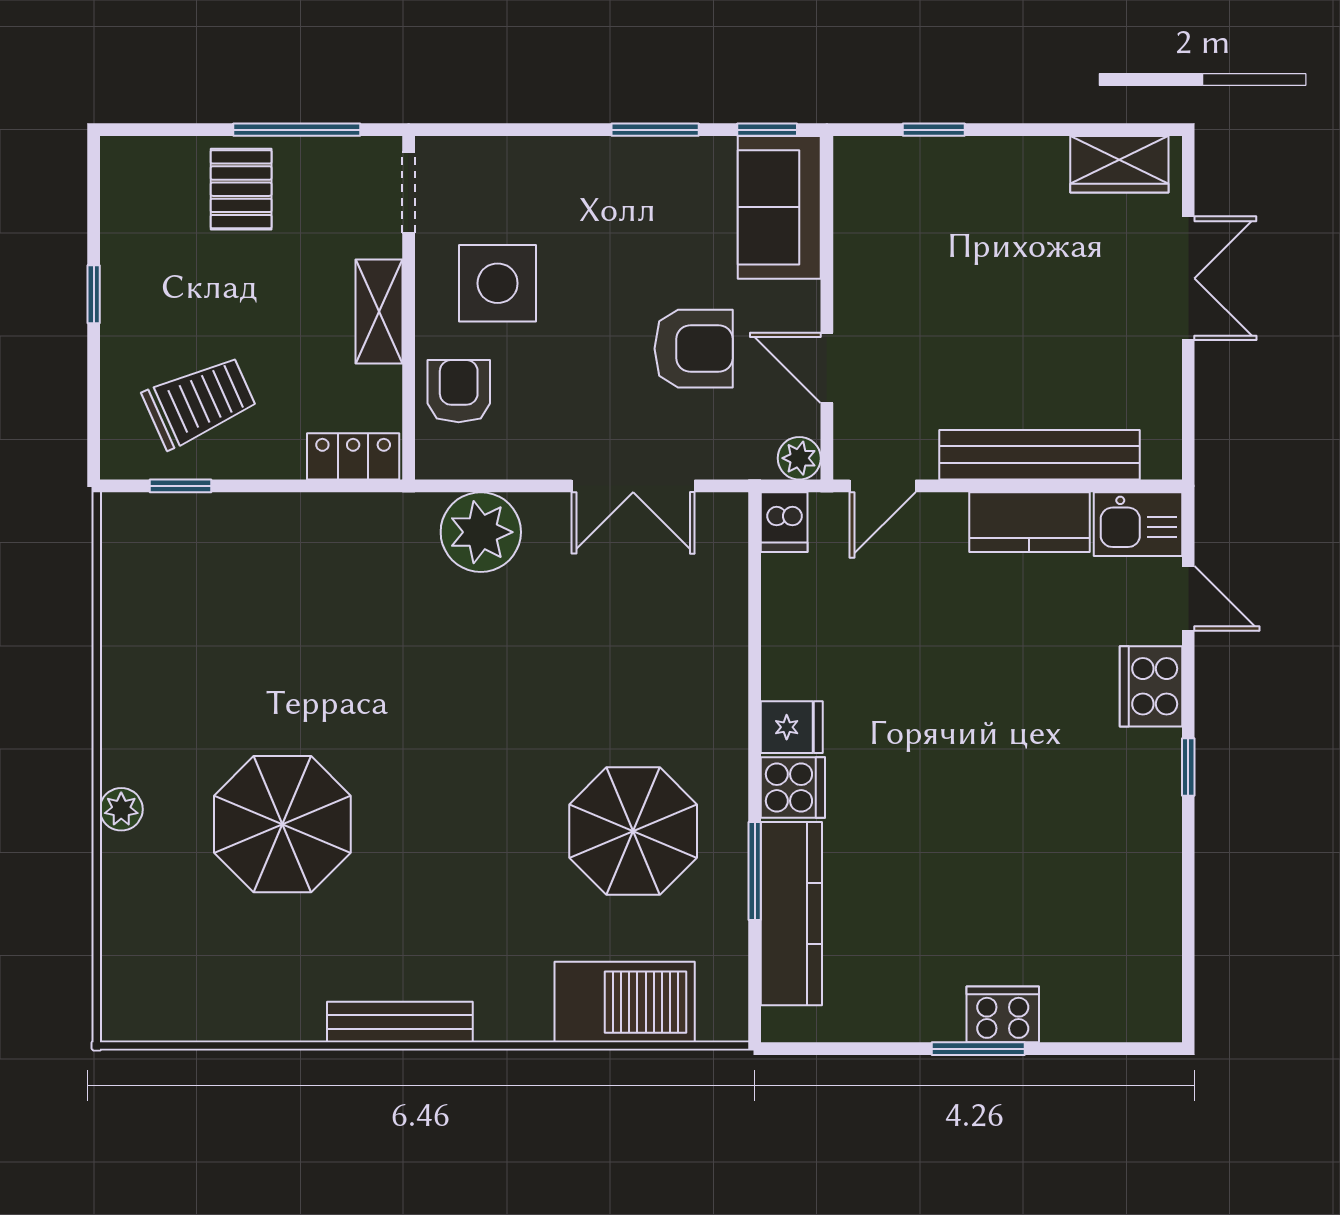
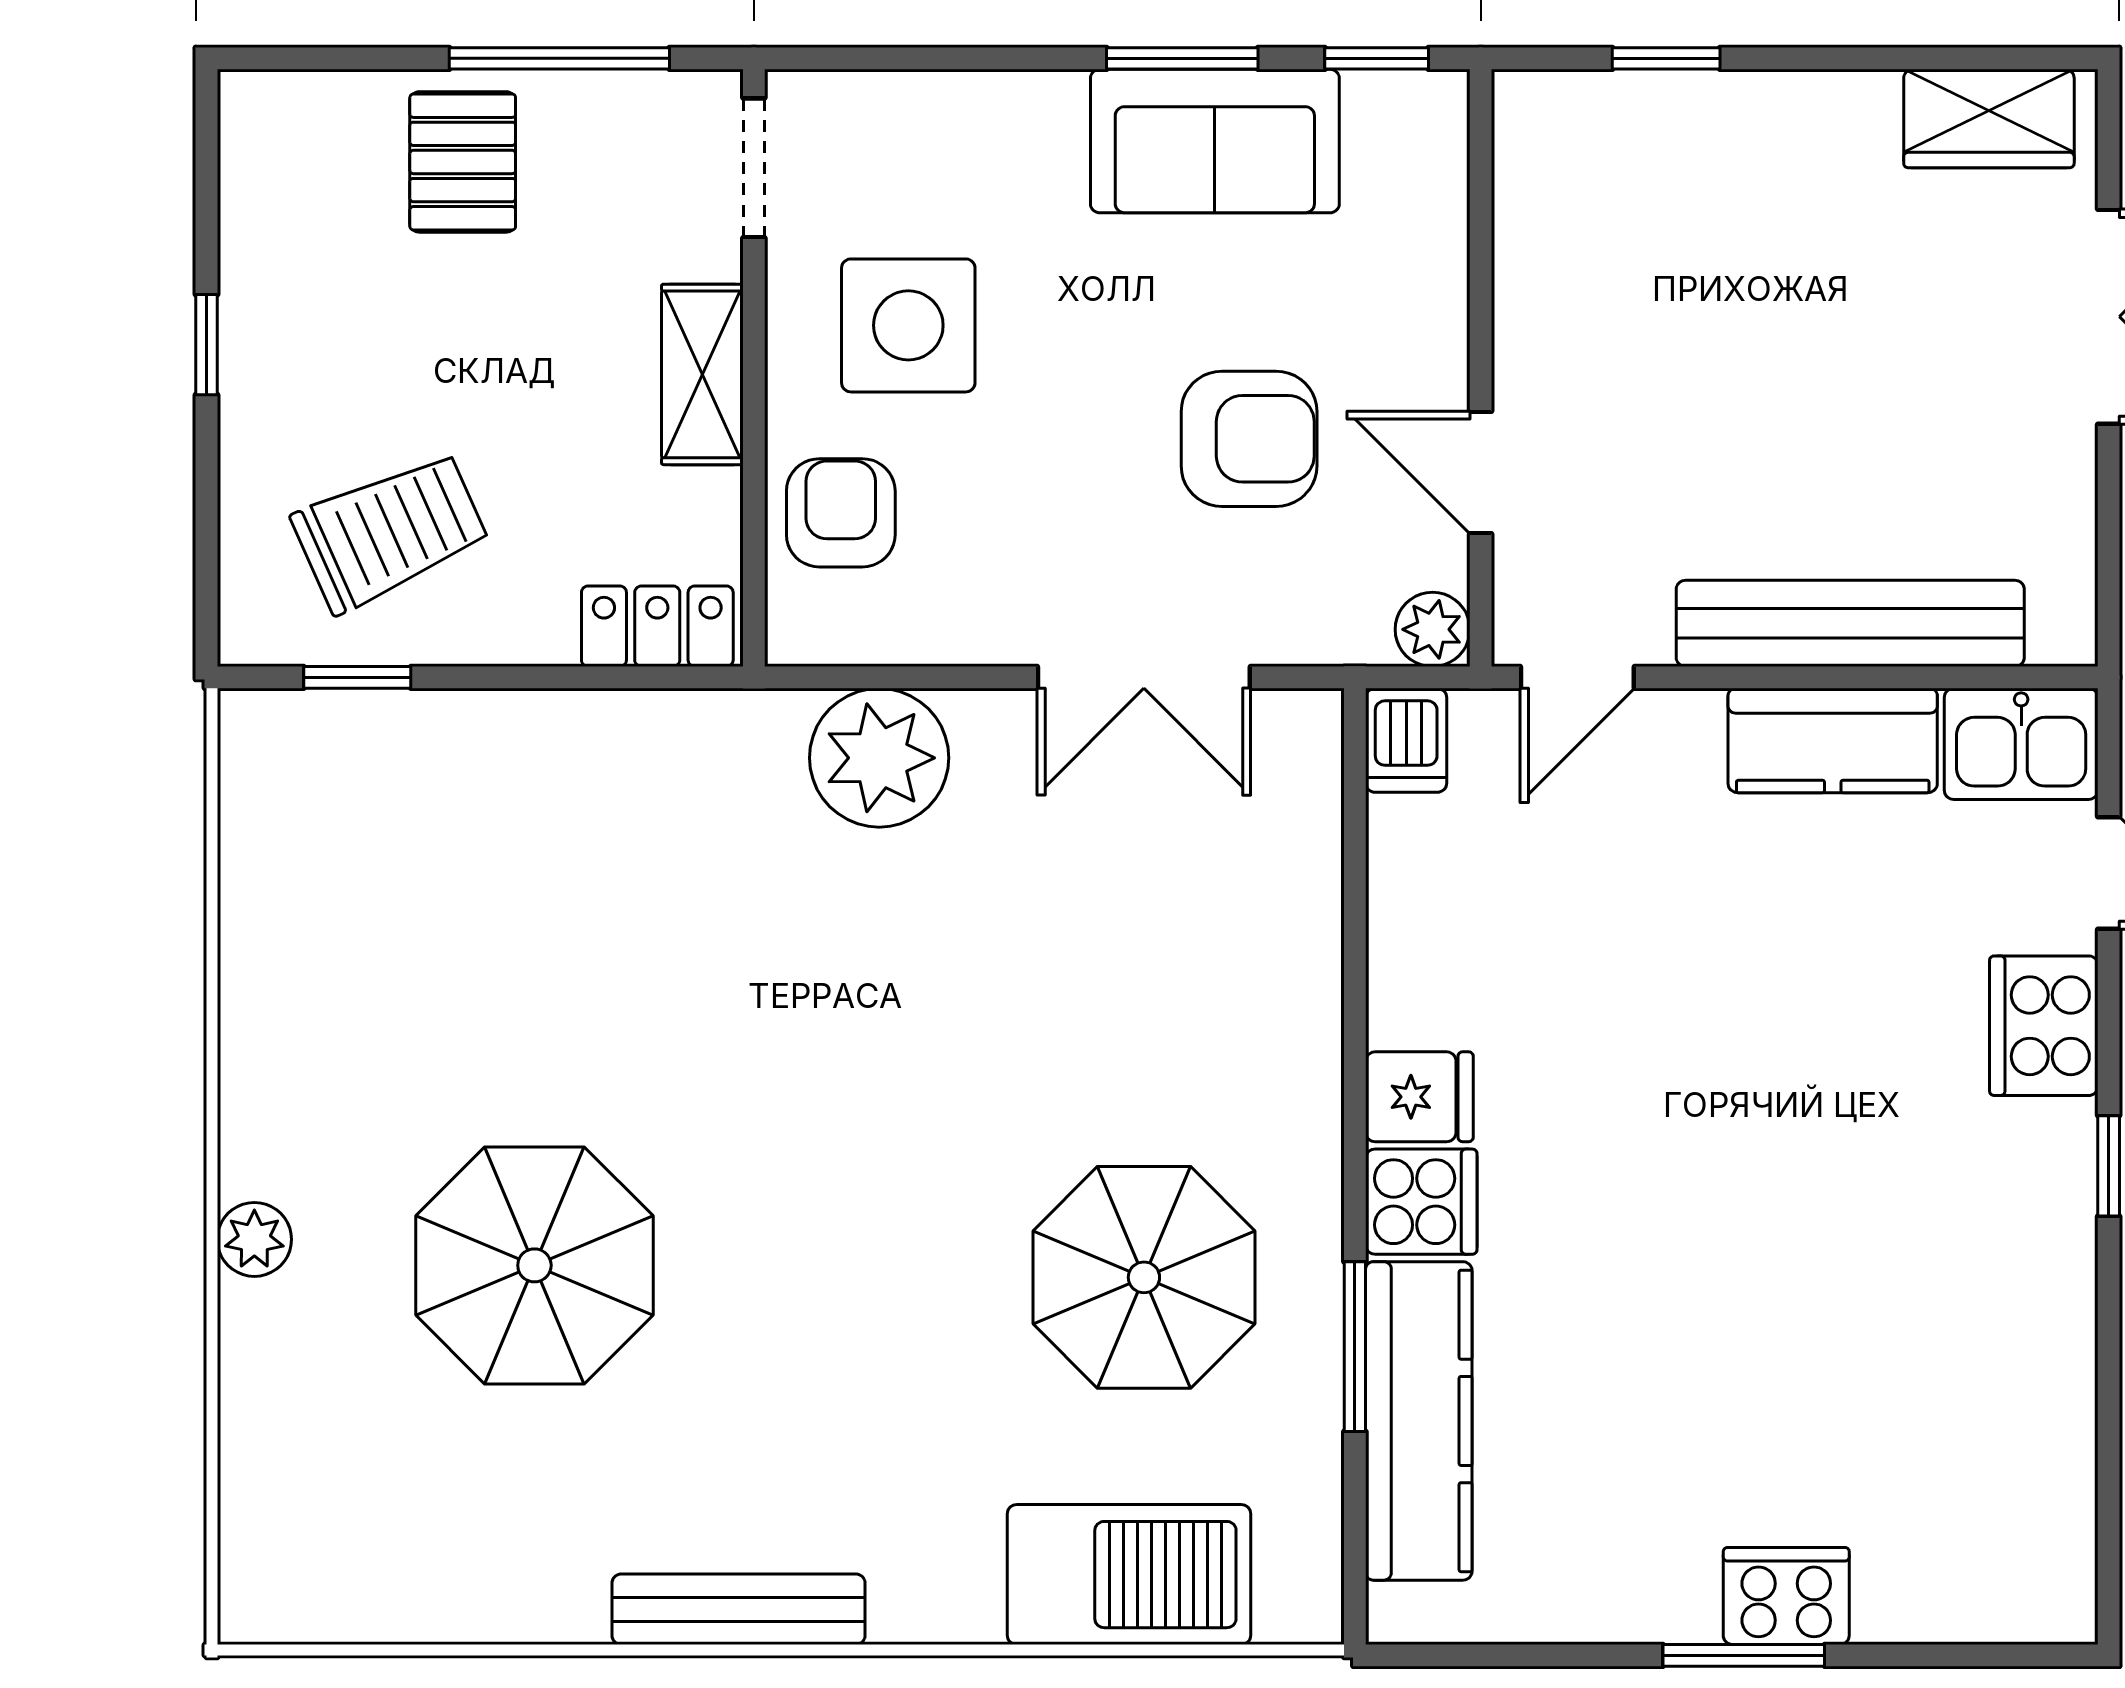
sofa: (779, 207) -> (1215, 141), moved, turned -90

